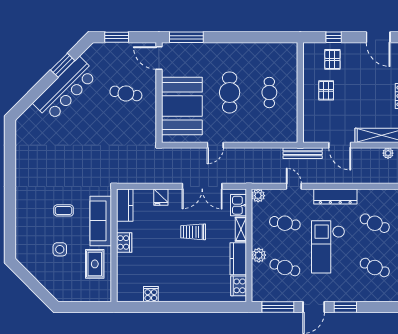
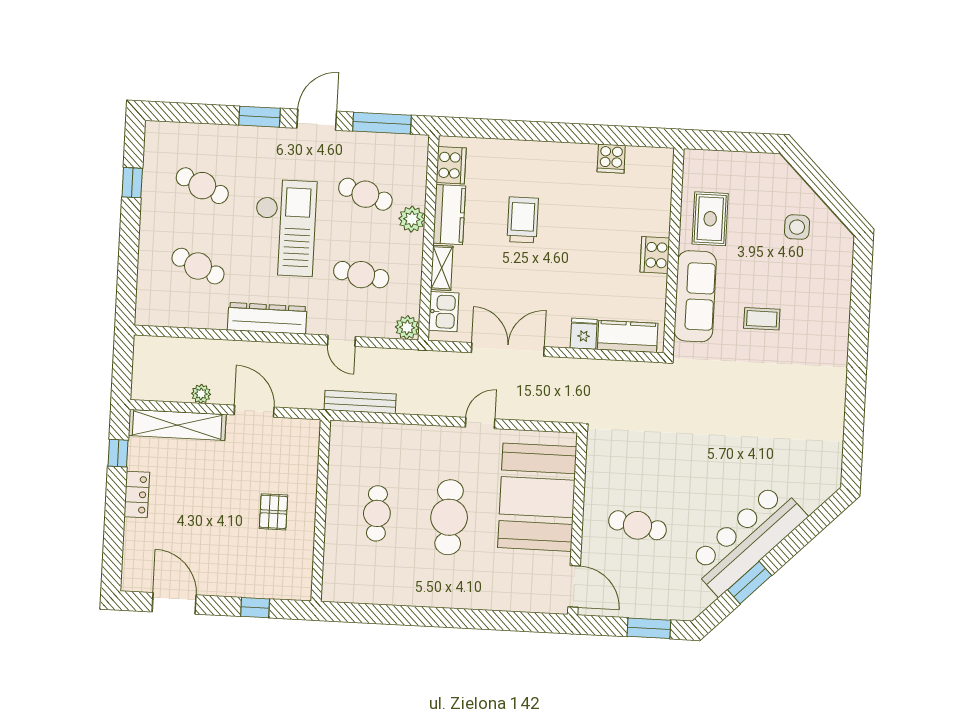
window: (186, 37) -> (522, 622), removed
pallet: (332, 59) -> (259, 567), removed
bench: (303, 153) -> (360, 402), moved
plant: (388, 153) -> (201, 394), moved
kitchen counter: (125, 205) -> (628, 336), moved, turned 90
trolley: (193, 232) -> (523, 220), moved, turned -90
side table: (60, 249) -> (797, 227), moved

